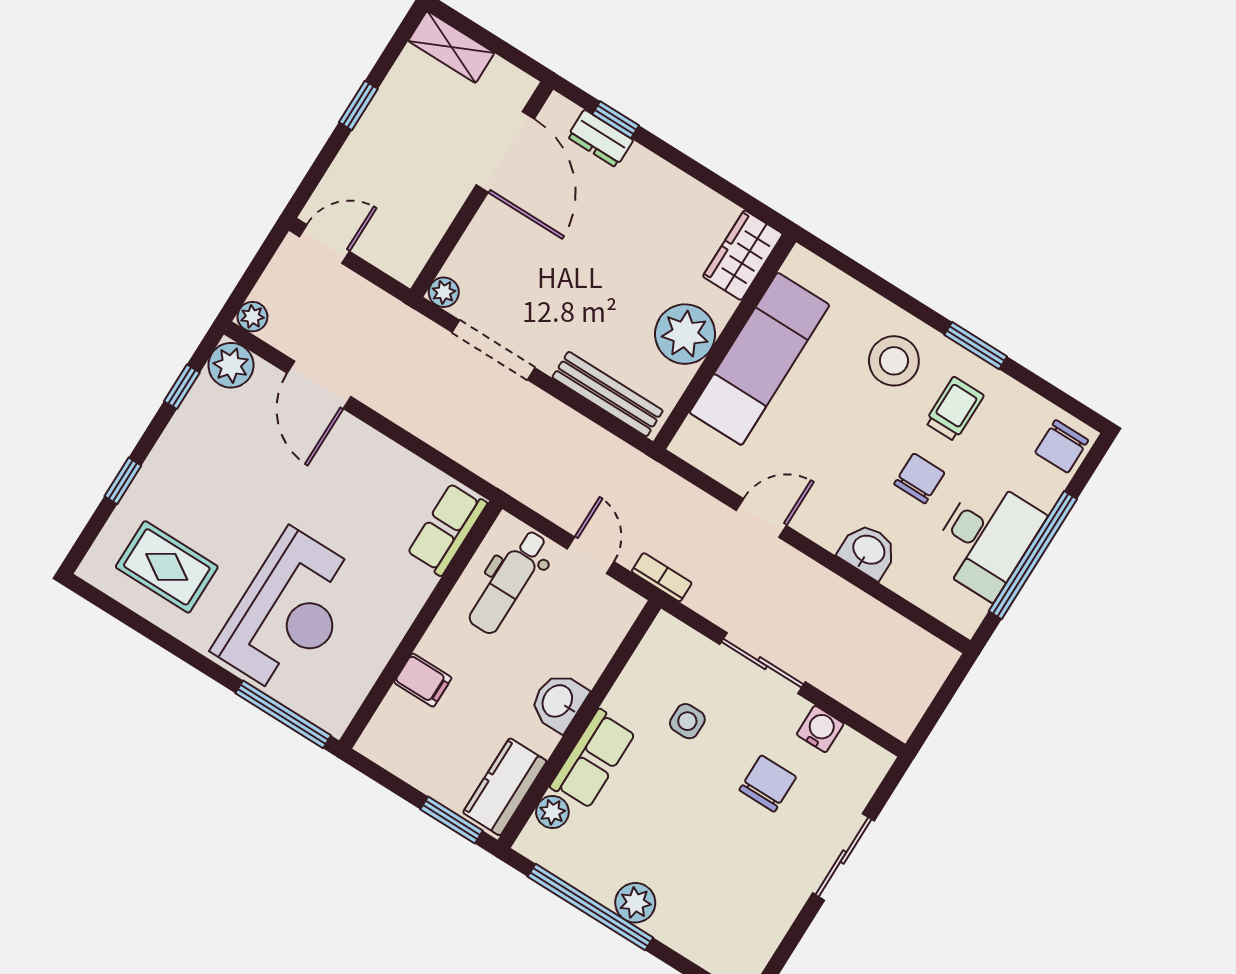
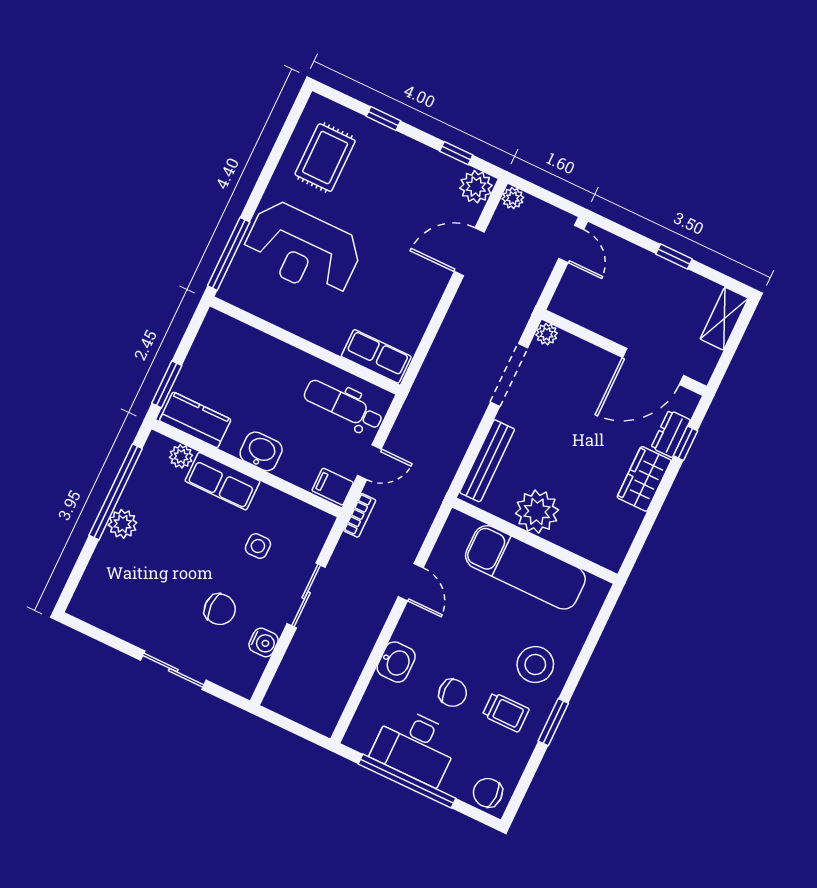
wardrobe: (743, 255) -> (644, 479), moved, turned -90
filing cabinet: (423, 680) -> (333, 487), moved, turned 90

